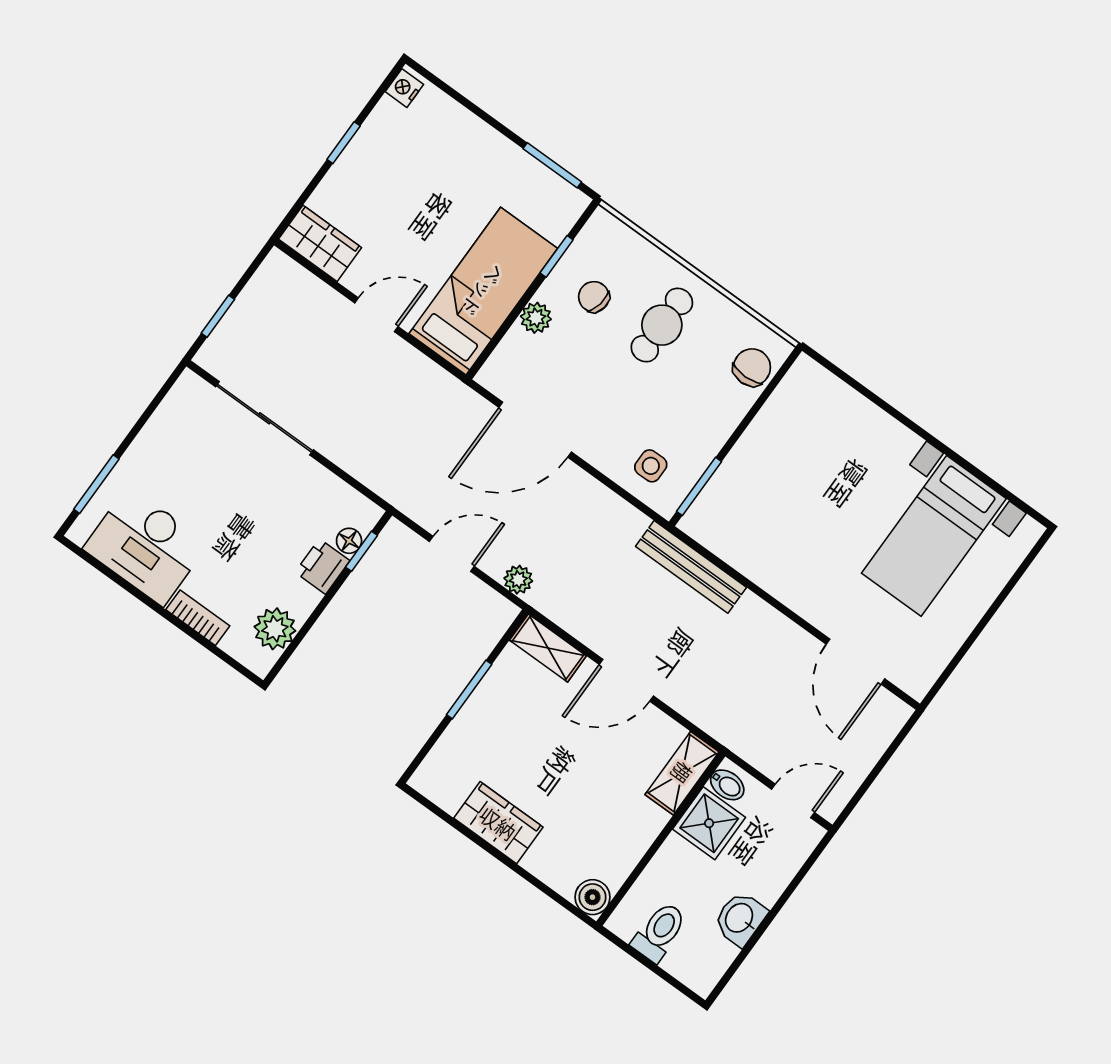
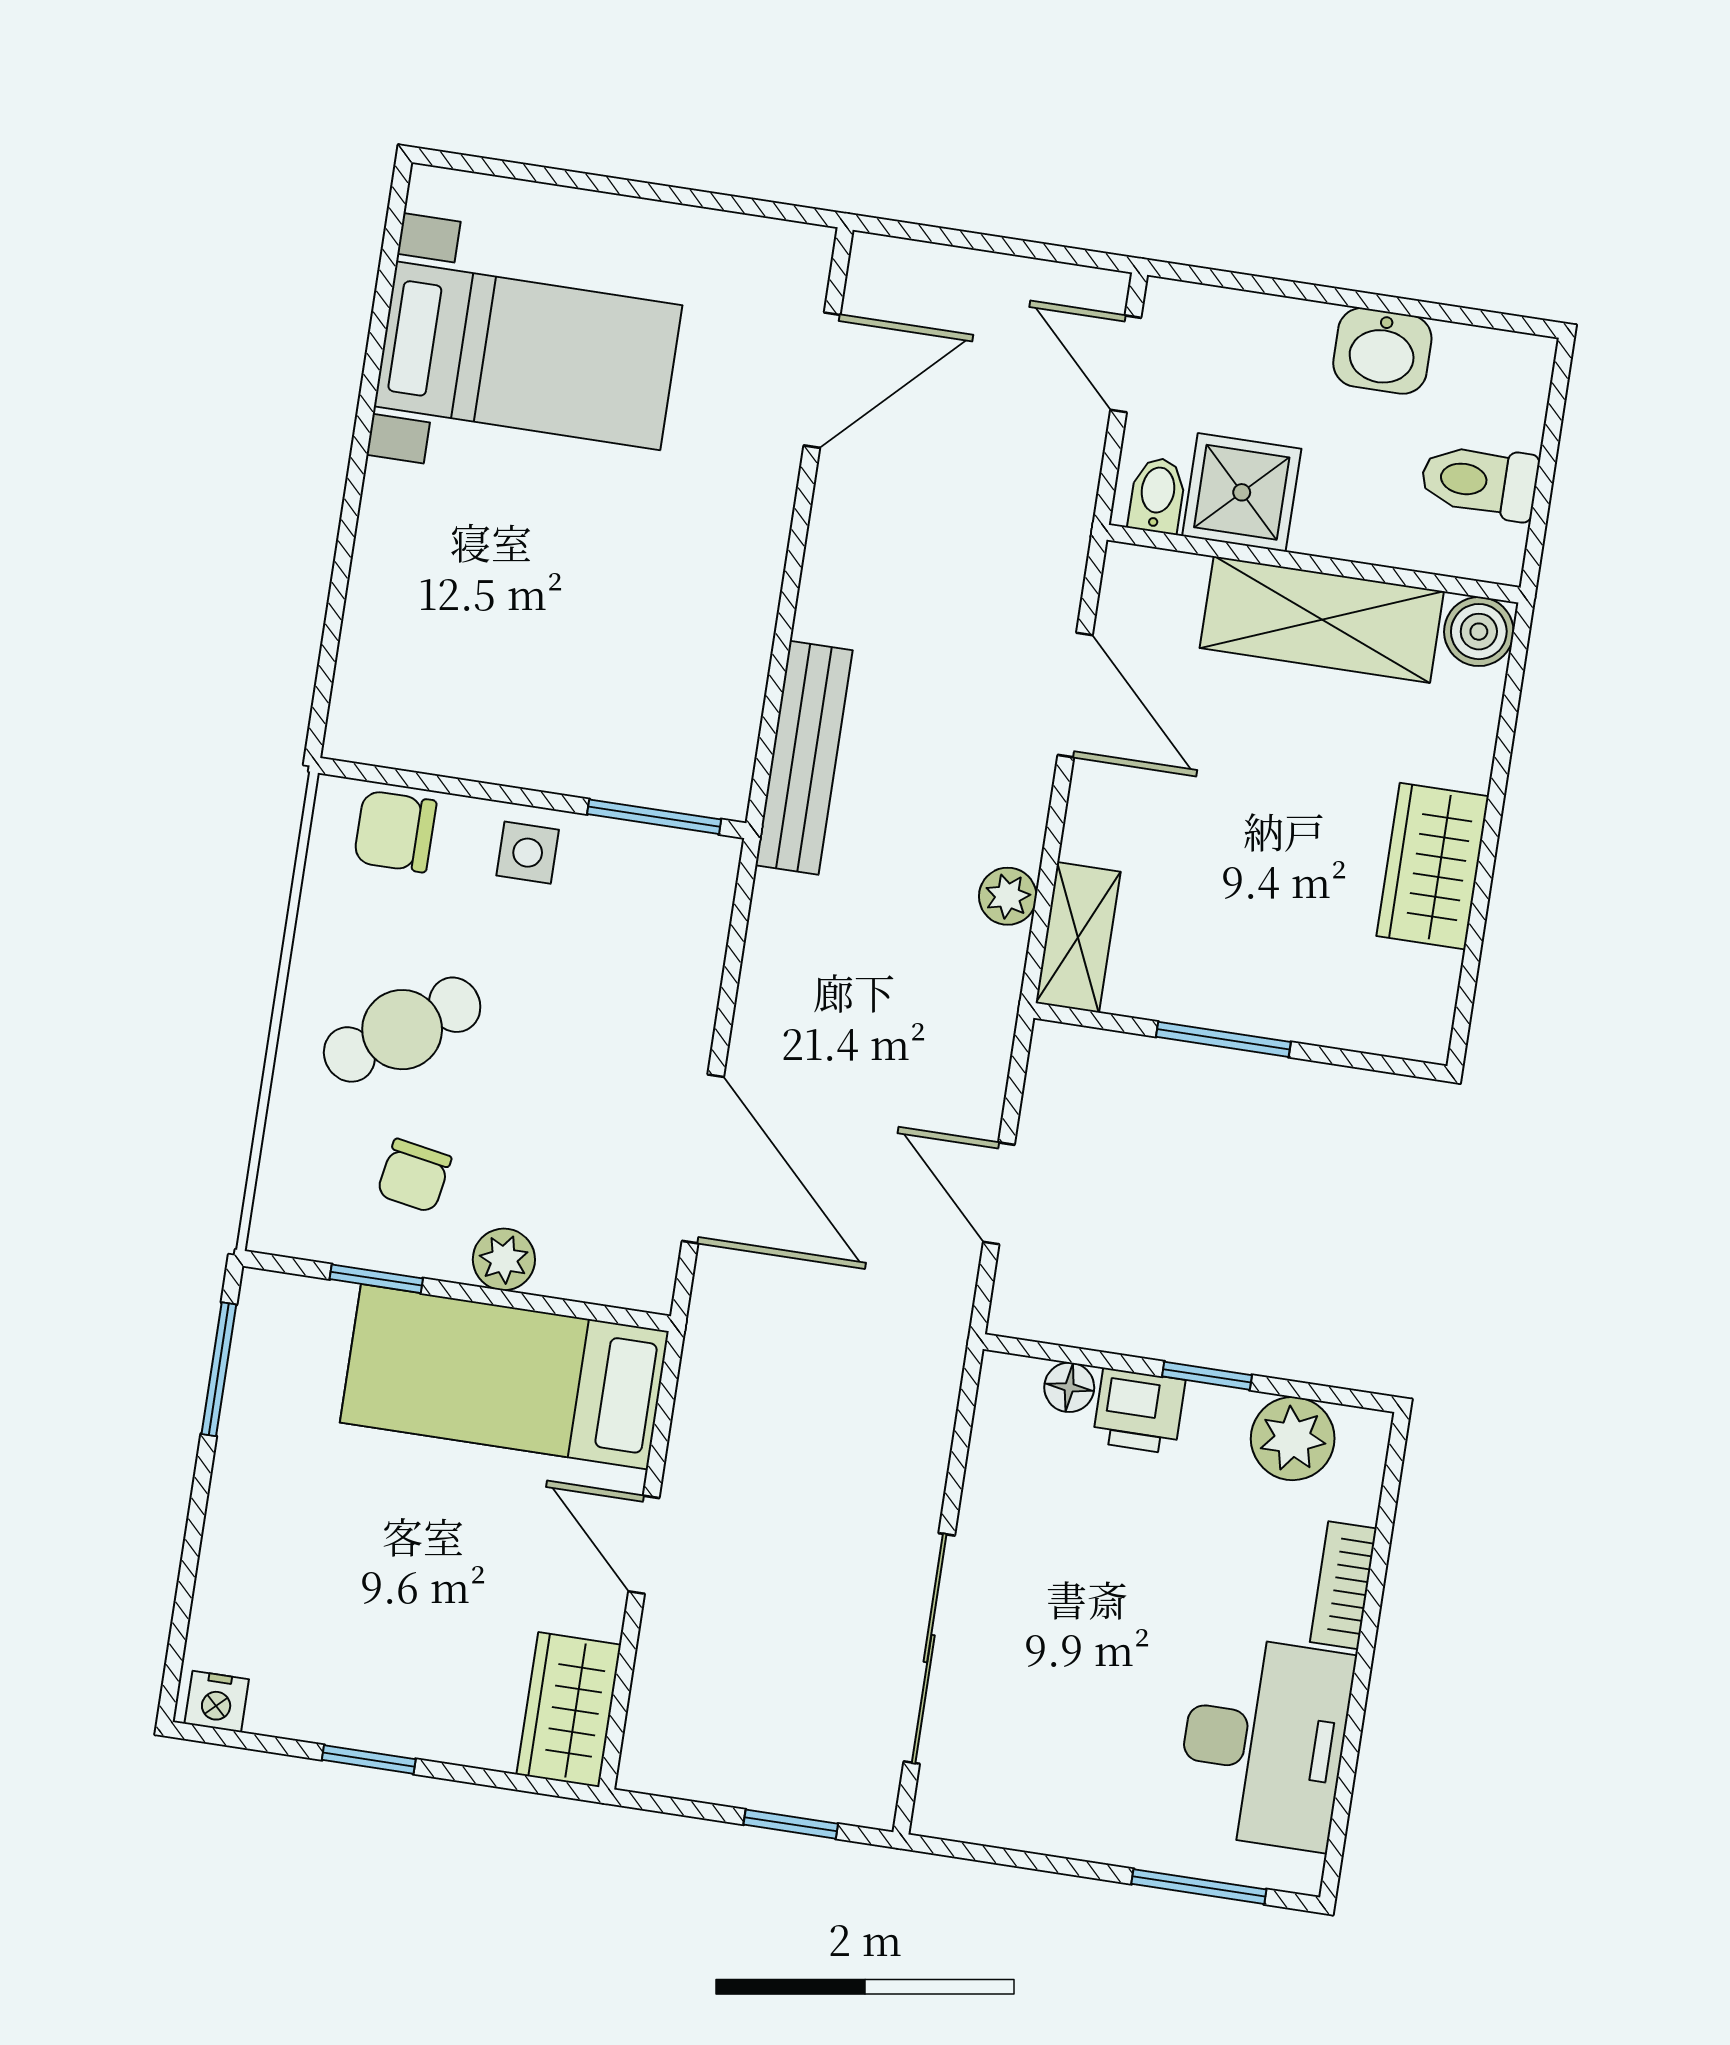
cafe table: (662, 325) -> (402, 1030), turned -34
side table: (651, 466) -> (528, 853), moved
window: (361, 551) -> (1207, 1376), moved
plant: (518, 580) -> (1008, 896), moved
door: (626, 680) -> (1075, 695), moved
shelving: (682, 773) -> (1322, 620), moved, width x1.50, depth x1.33

